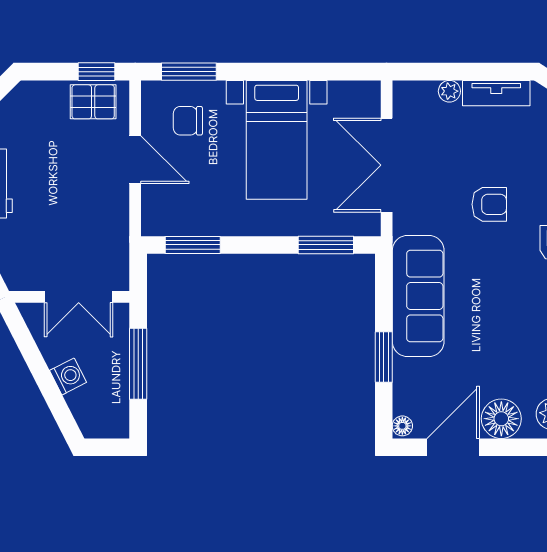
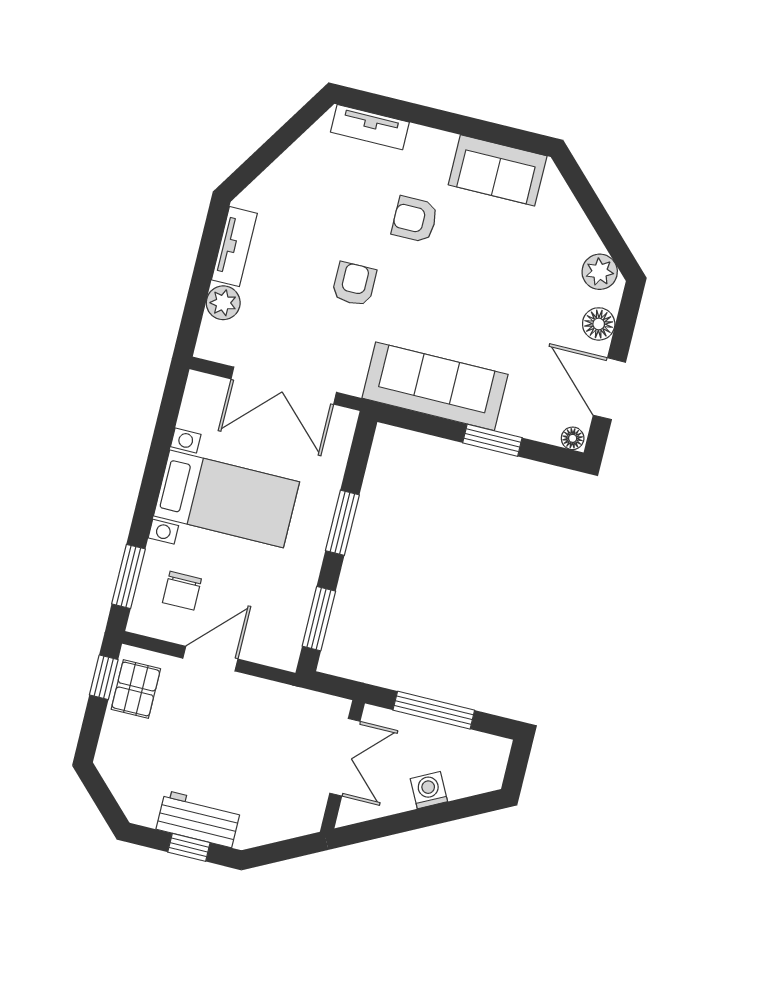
plant: (449, 91) -> (223, 303), width x1.38, depth x1.38
window: (326, 245) -> (342, 523), moved
floor lamp: (501, 419) -> (599, 324), width x0.73, depth x0.73

